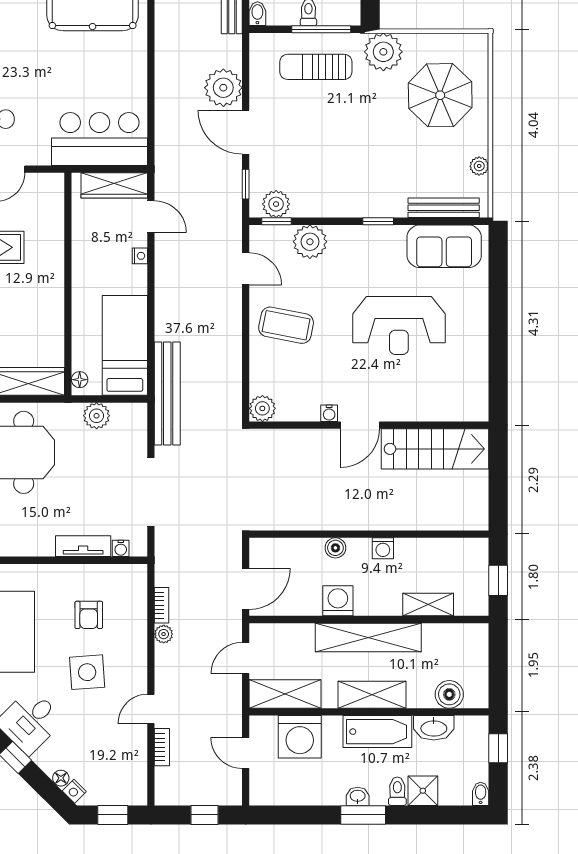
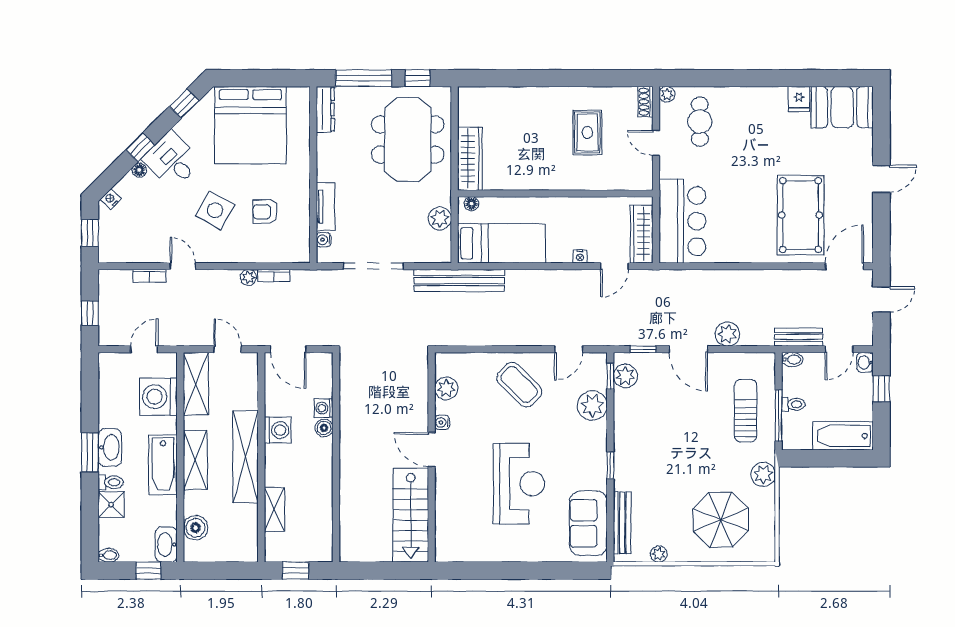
plant: (383, 52) -> (763, 474), width x0.73, depth x0.73
plant: (223, 88) -> (727, 334), width x0.73, depth x0.73
door: (246, 132) -> (688, 349), swing flipped
coffee table: (286, 325) -> (519, 385), turned -56
reception desk: (399, 326) -> (519, 484), turned 180
plant: (262, 408) -> (446, 388), moved
washing machine: (383, 548) -> (324, 408), moved
side table: (87, 672) -> (215, 210), turned 33
washbasin: (434, 728) -> (166, 545), moved
floor lamp: (61, 778) -> (139, 170), moved
washbasin: (358, 796) -> (110, 447), width x1.91, depth x1.45

